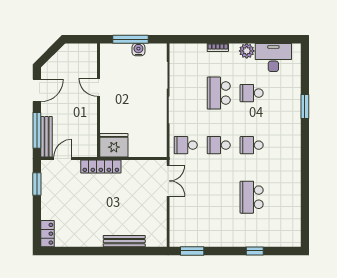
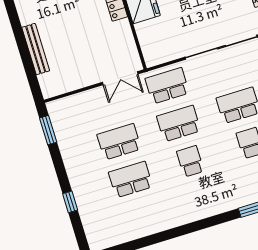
school desk: (186, 145) -> (167, 86), width x1.85
school desk: (219, 145) -> (179, 124), width x1.85
school desk: (219, 197) -> (119, 142), added

